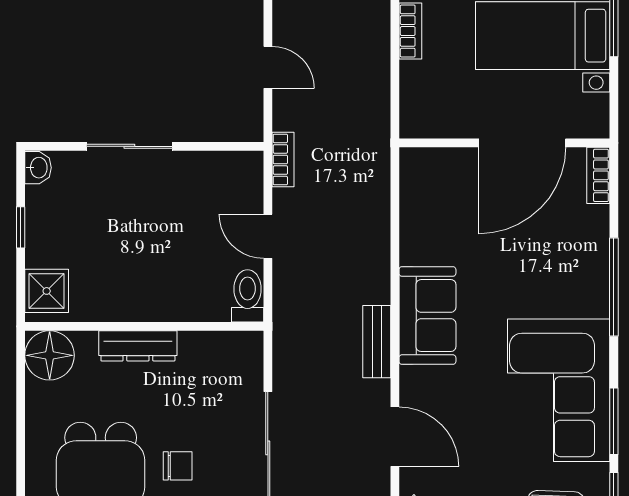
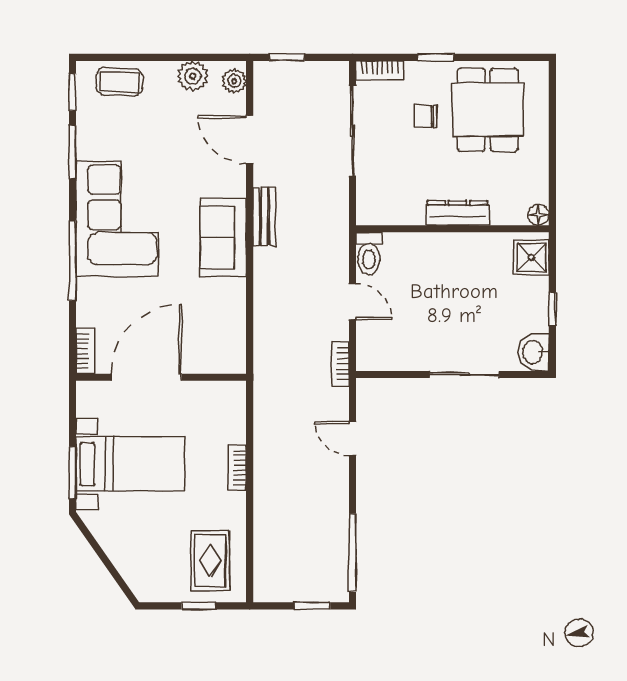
washbasin: (38, 168) -> (534, 352), width x1.38, depth x1.45
floor lamp: (50, 355) -> (538, 215), width x0.53, depth x0.53
corner sofa: (559, 390) -> (117, 219), moved

